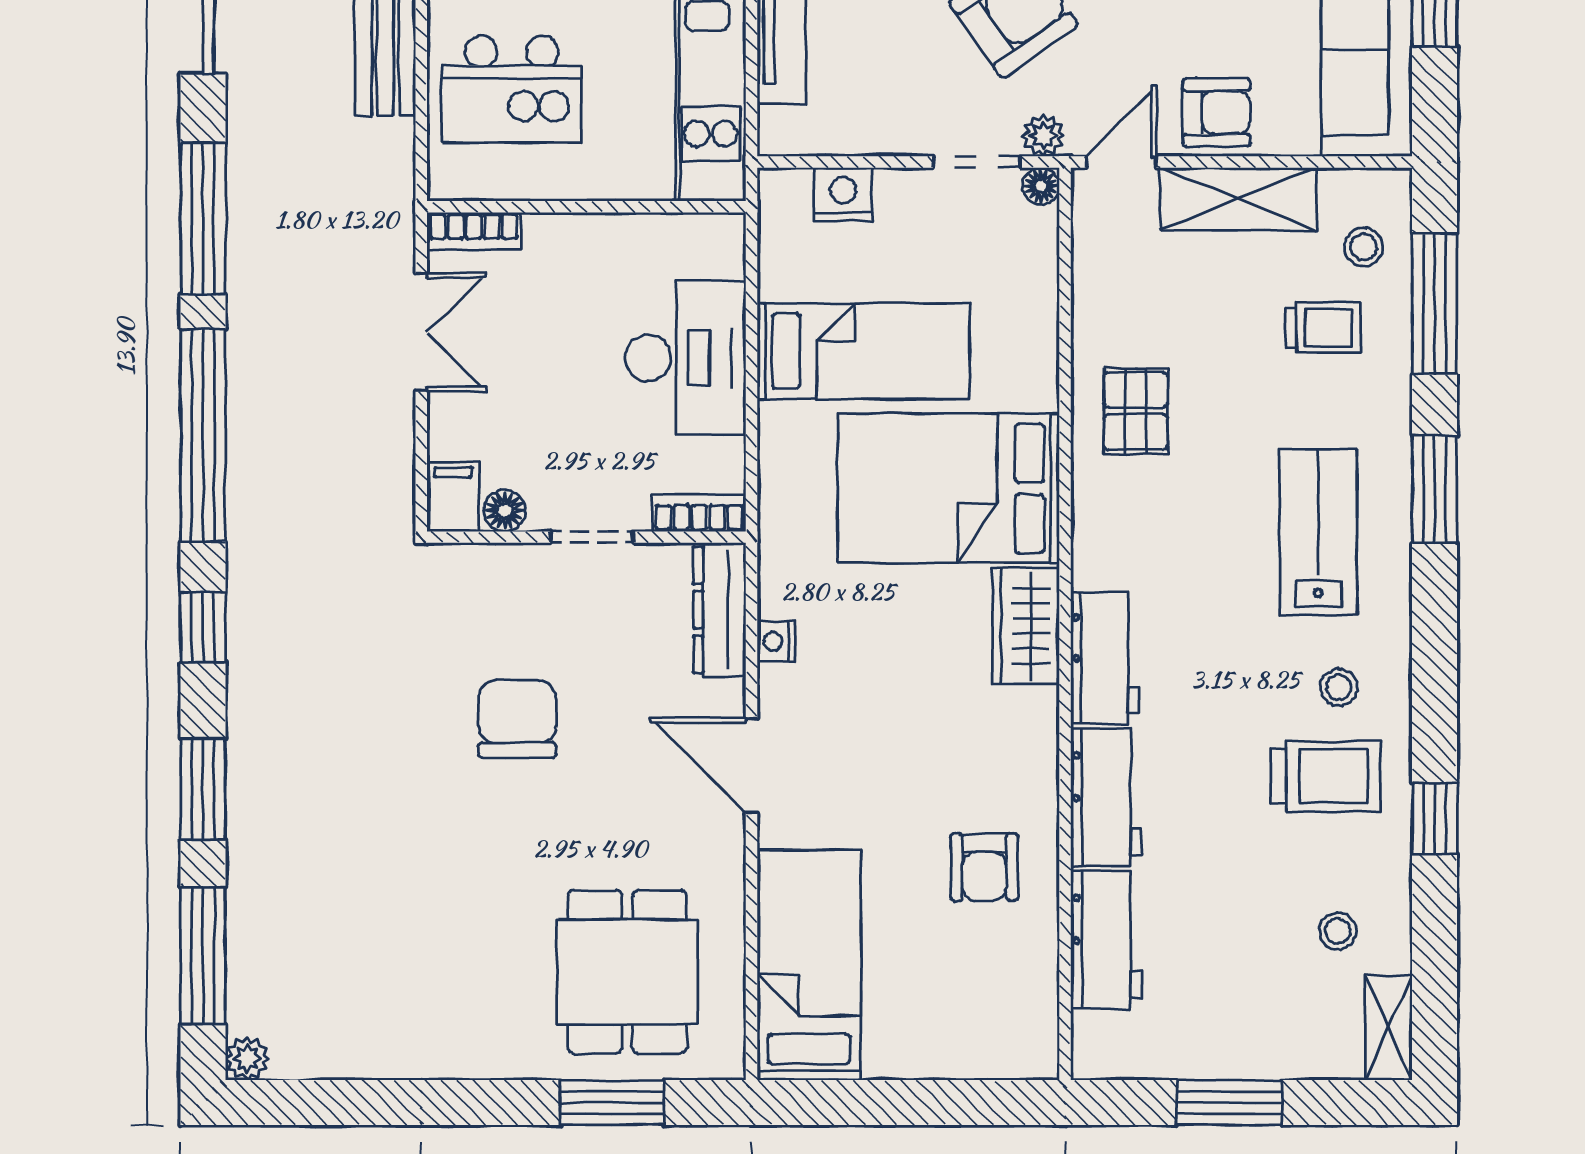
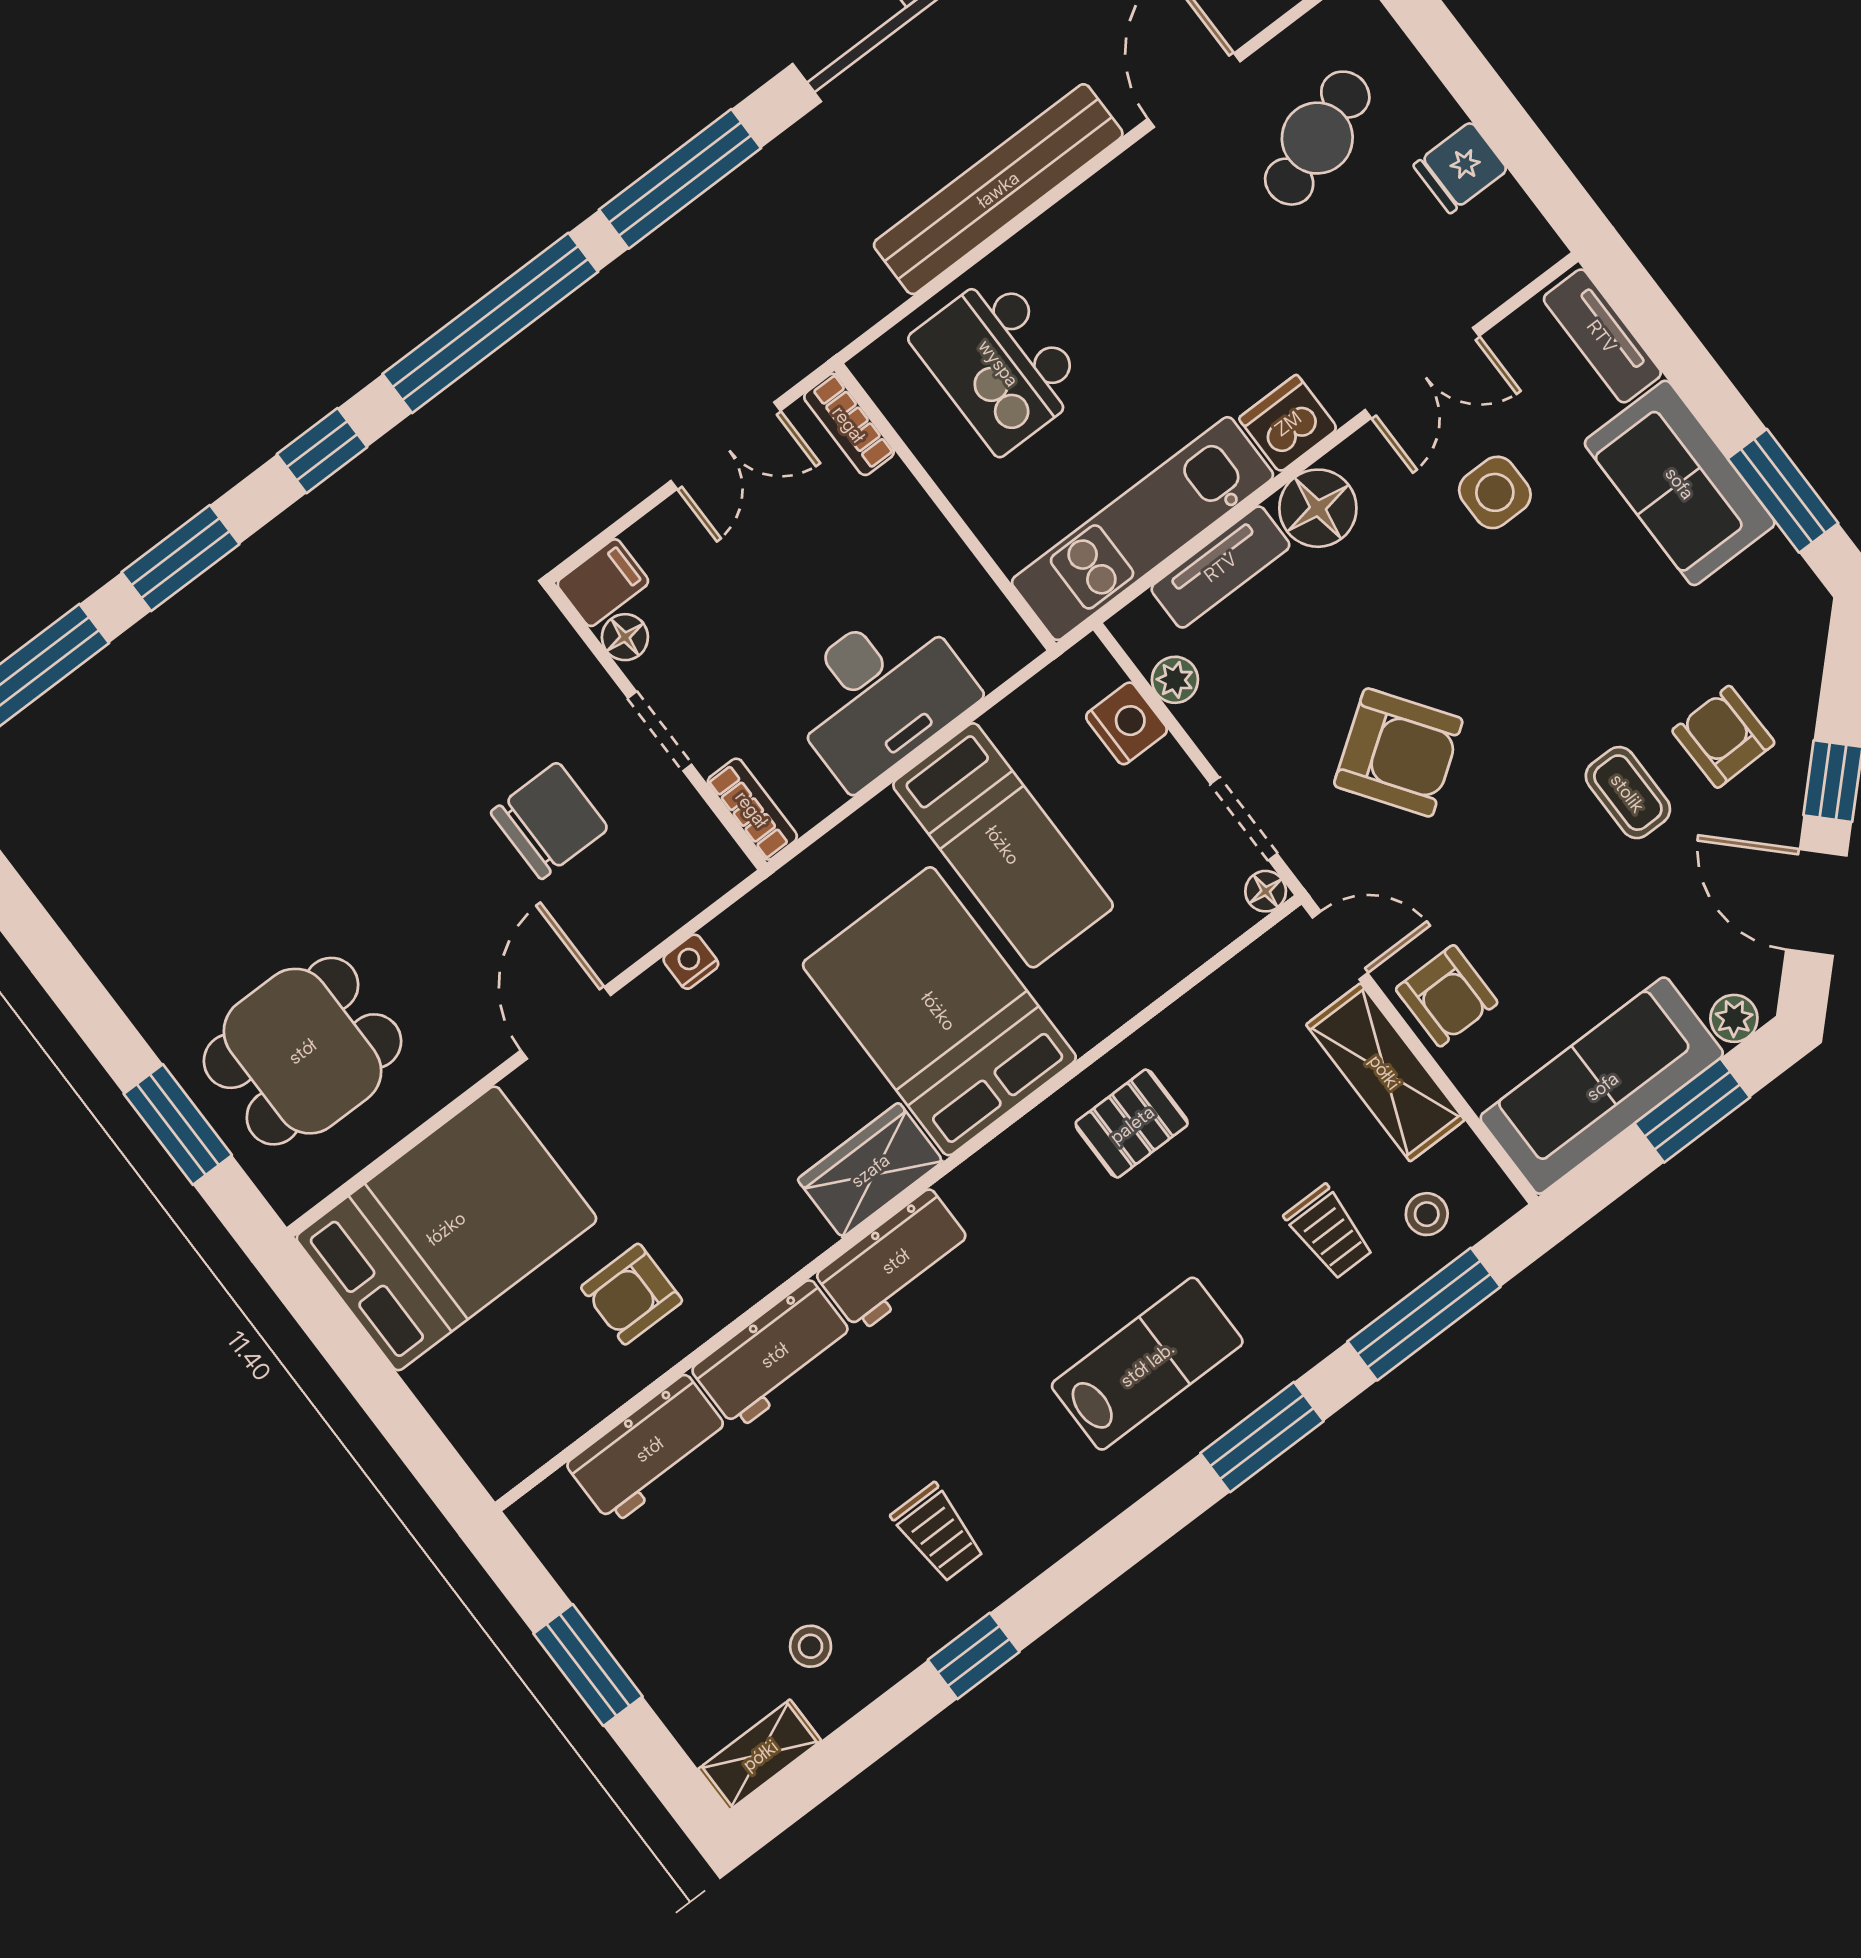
plant: (1043, 136) -> (1175, 680), moved
dresser: (720, 610) -> (681, 891), removed
stool: (1339, 687) -> (1025, 1485), removed
chair: (517, 719) -> (549, 820), moved
trolley: (1326, 776) -> (938, 1533), width x0.73, depth x0.72
bed: (809, 965) -> (446, 1228), width x1.50

